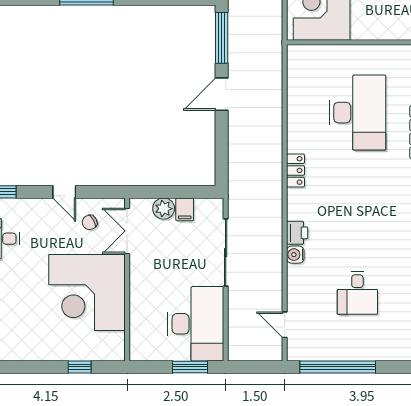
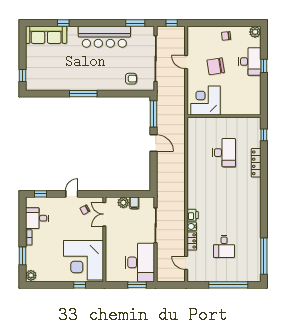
door: (222, 94) -> (153, 143), swing flipped
desk: (357, 113) -> (224, 153), width x0.73, depth x0.77
locker: (295, 170) -> (192, 241), moved
door: (64, 192) -> (72, 194), swing flipped
corner desk: (87, 293) -> (84, 260), moved
window: (338, 367) -> (228, 285), moved

